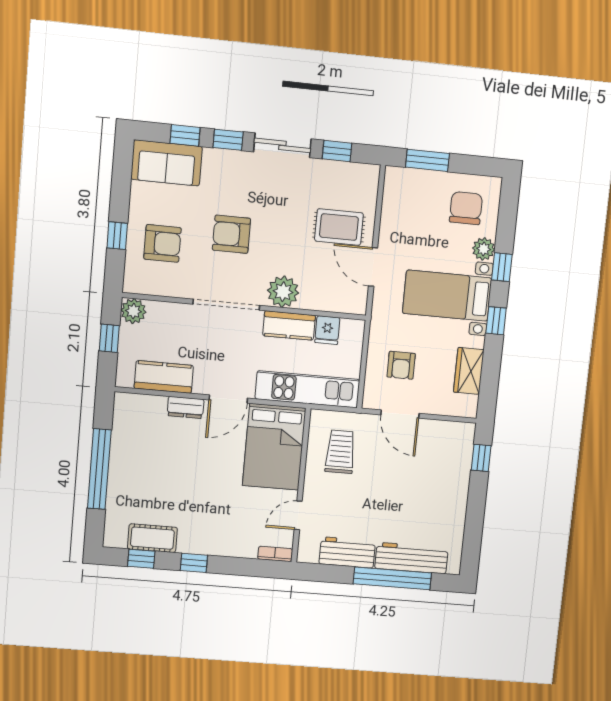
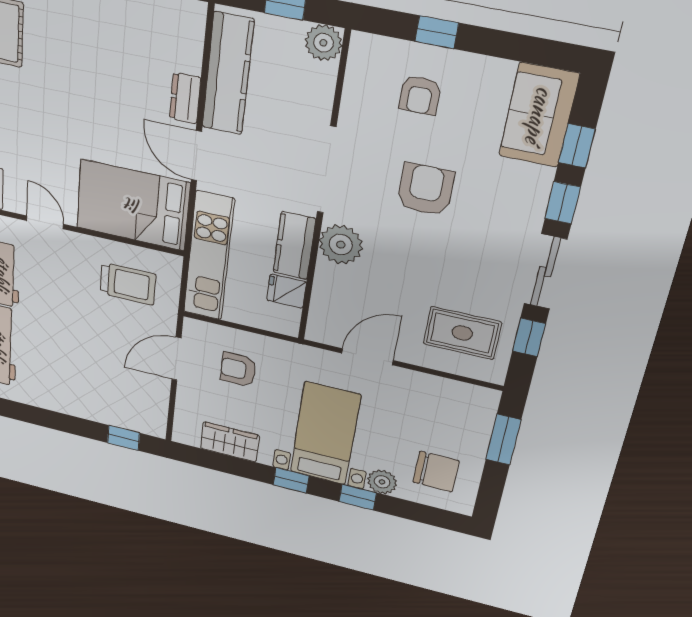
rug: (339, 227) -> (462, 333), moved, turned 90
armchair: (162, 243) -> (420, 95), width x0.72, depth x0.72
kitchen counter: (164, 377) -> (228, 74), width x1.50

